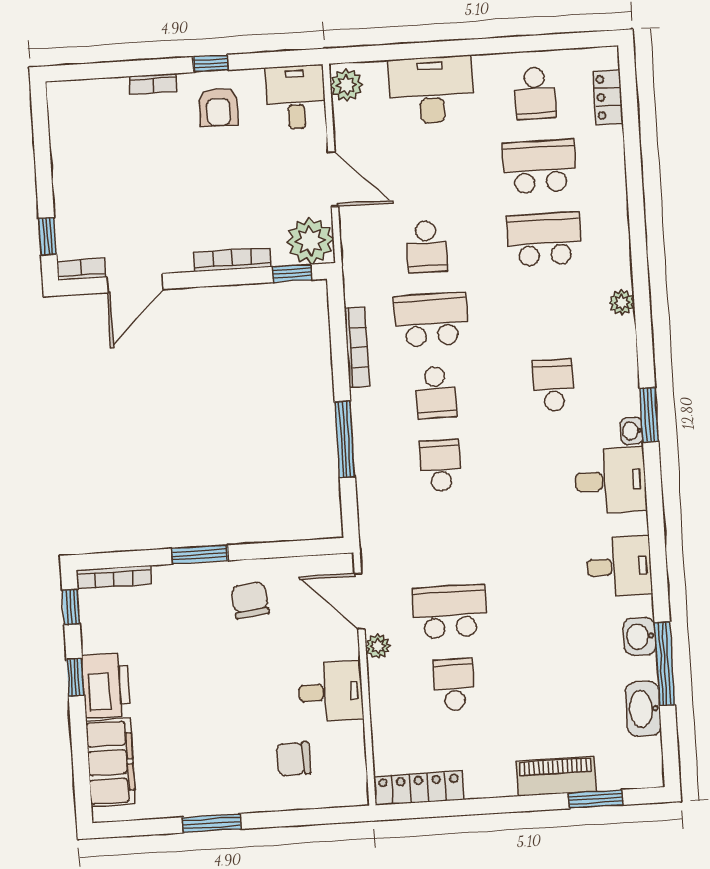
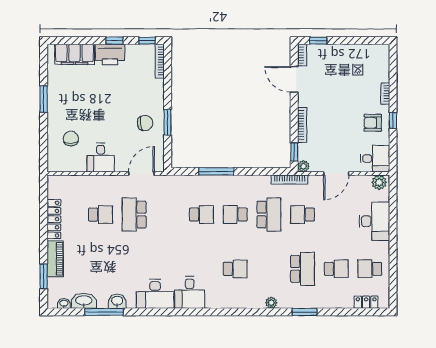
school desk: (540, 166) -> (336, 269), width x0.54
plant: (310, 241) -> (303, 166), width x0.53, depth x0.53
bookcase: (357, 347) -> (290, 180), moved
window: (649, 415) -> (305, 312), moved
washbasin: (632, 431) -> (64, 303), moved
window: (200, 555) -> (168, 122), moved
desk: (619, 566) -> (155, 294), width x1.37
school desk: (450, 611) -> (134, 215), turned 180
plant: (378, 646) -> (120, 181), removed
locker: (419, 788) -> (54, 219), moved

